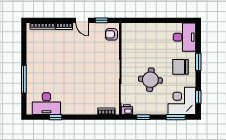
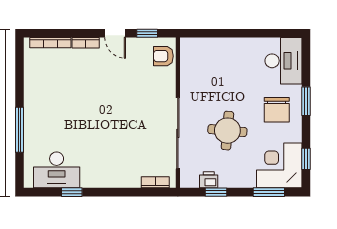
chair: (180, 67) -> (277, 110), turned -90
printer: (127, 110) -> (209, 180), moved

